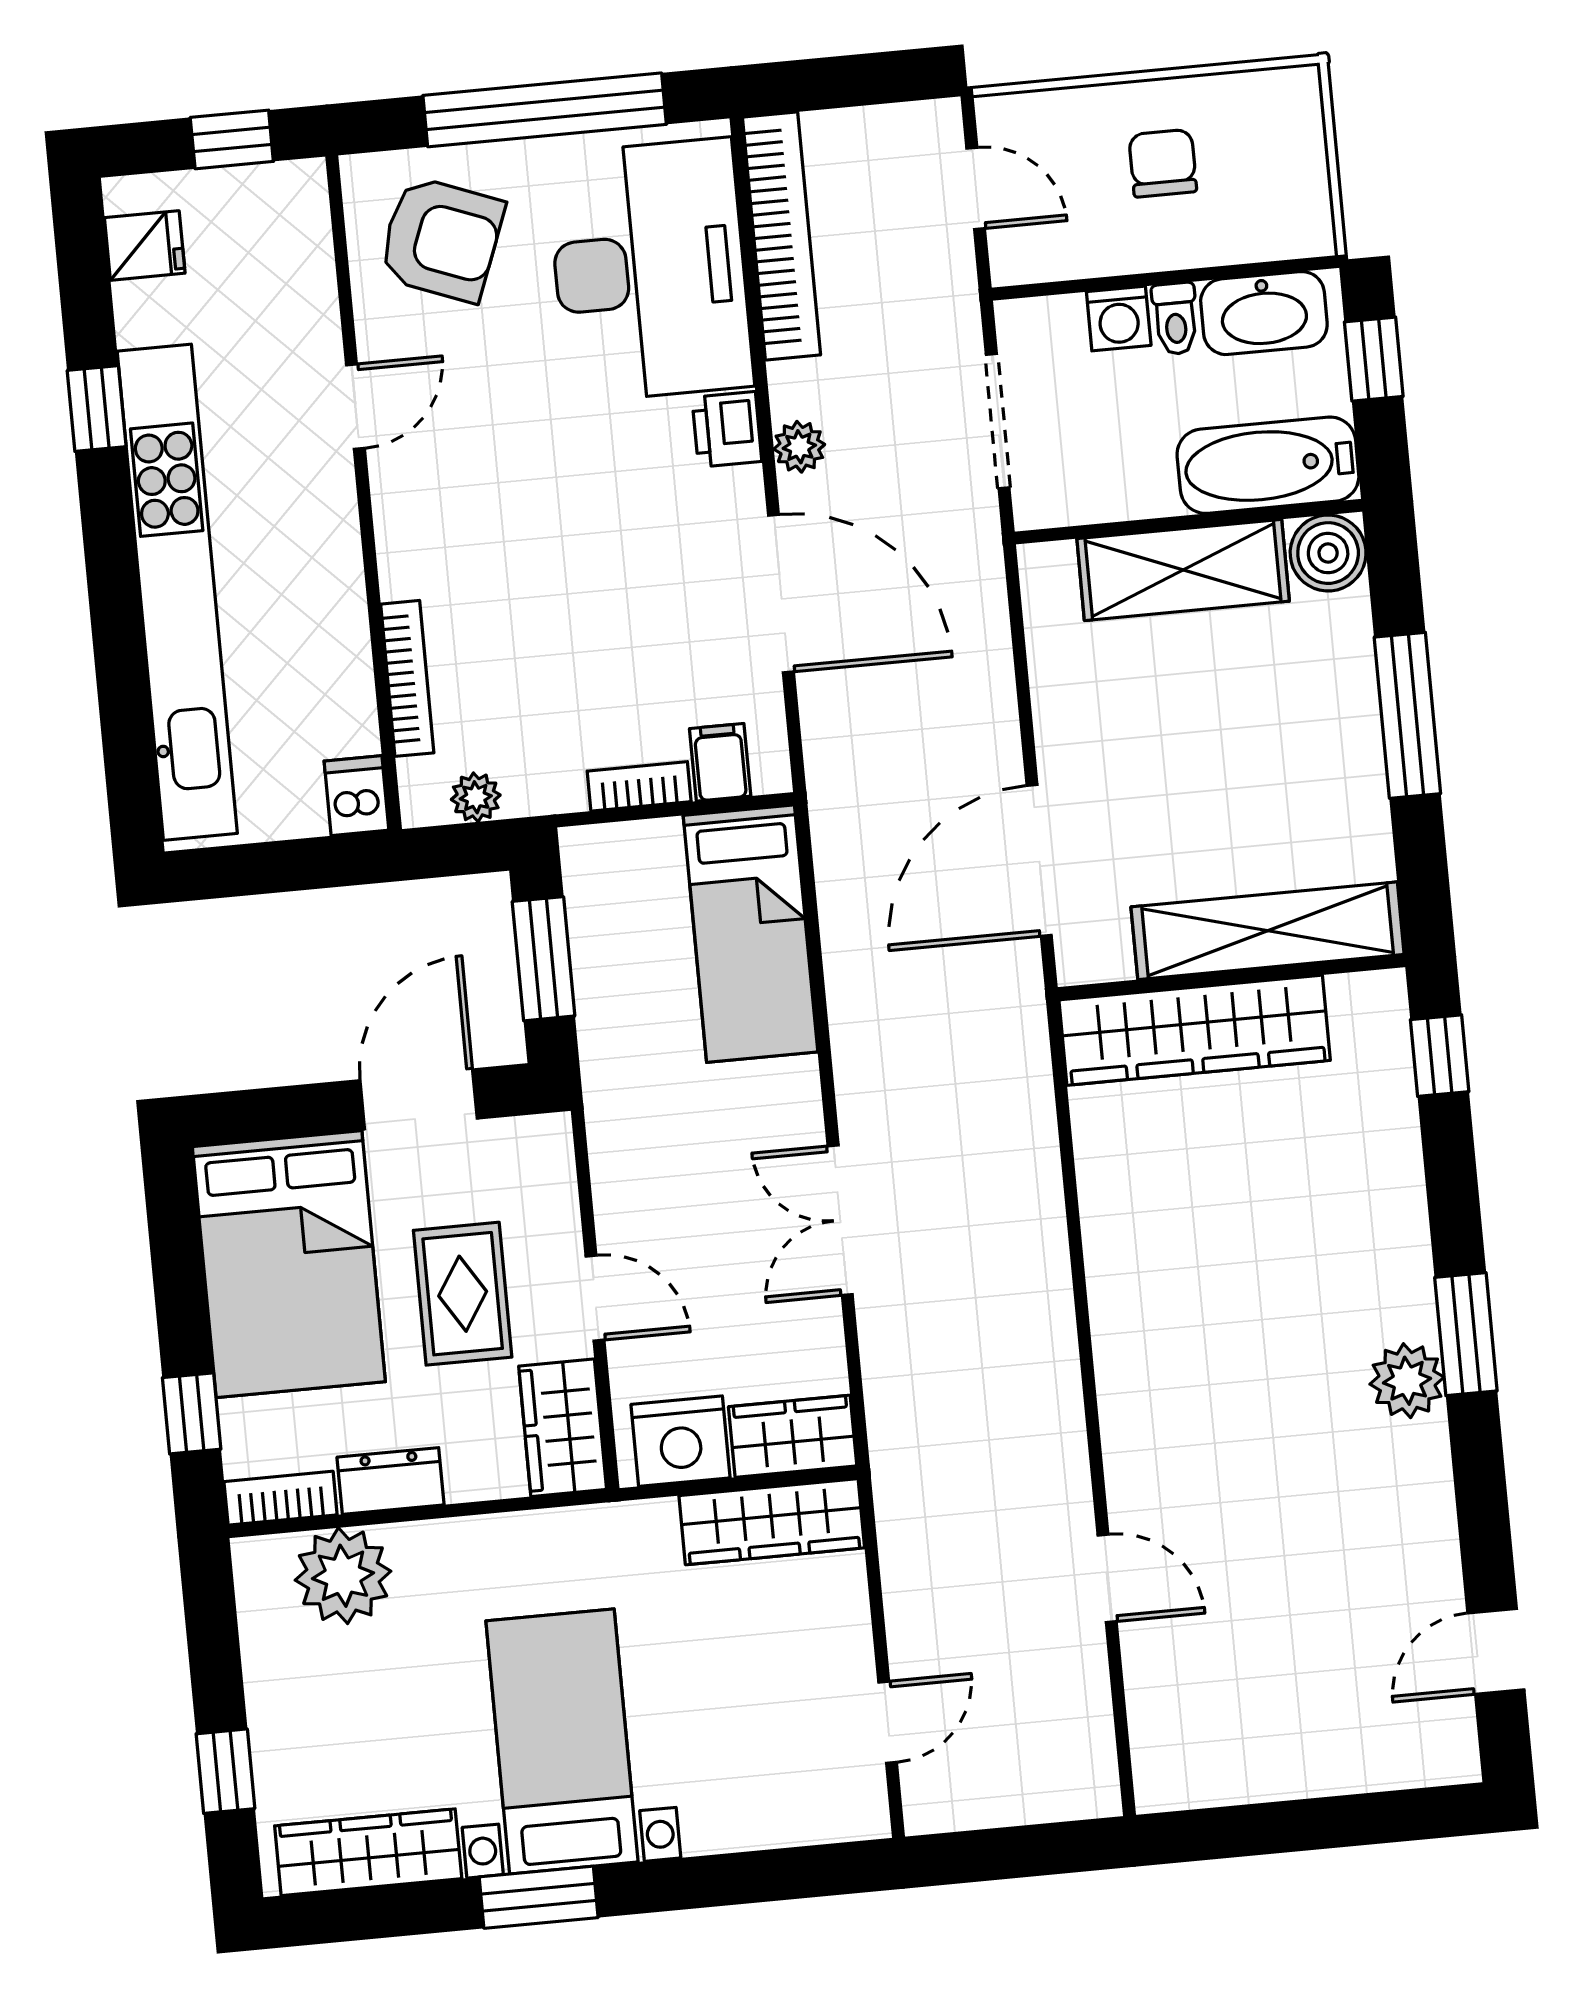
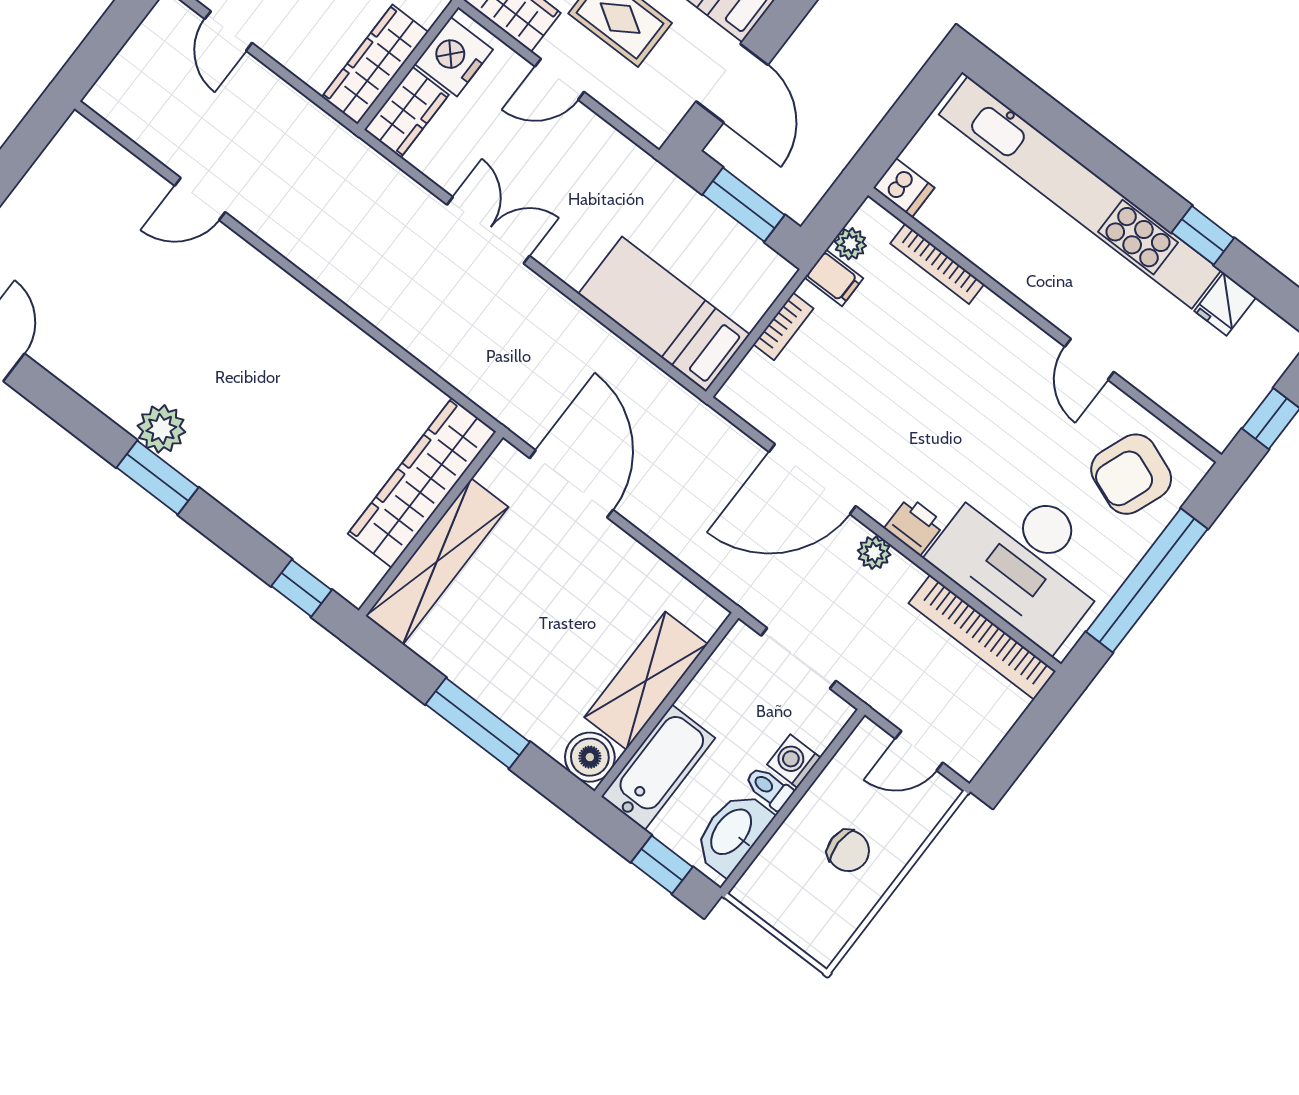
fridge: (145, 245) -> (1225, 304), moved
filing cabinet: (720, 762) -> (834, 278), moved

